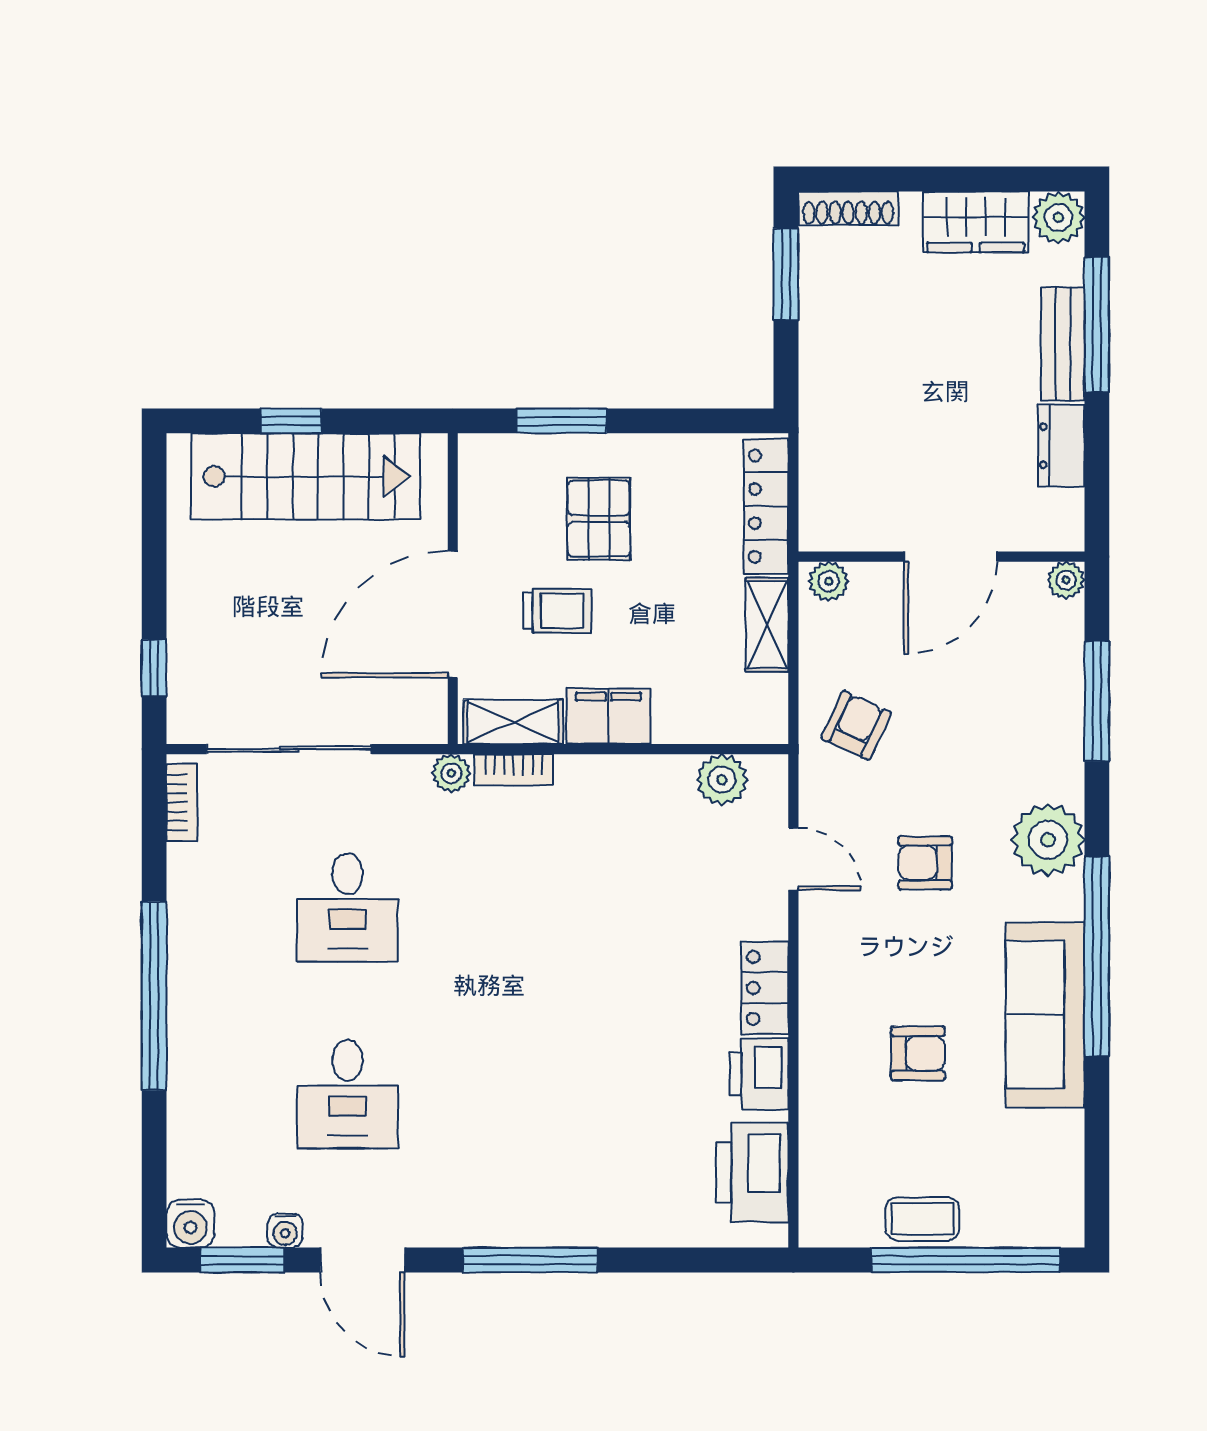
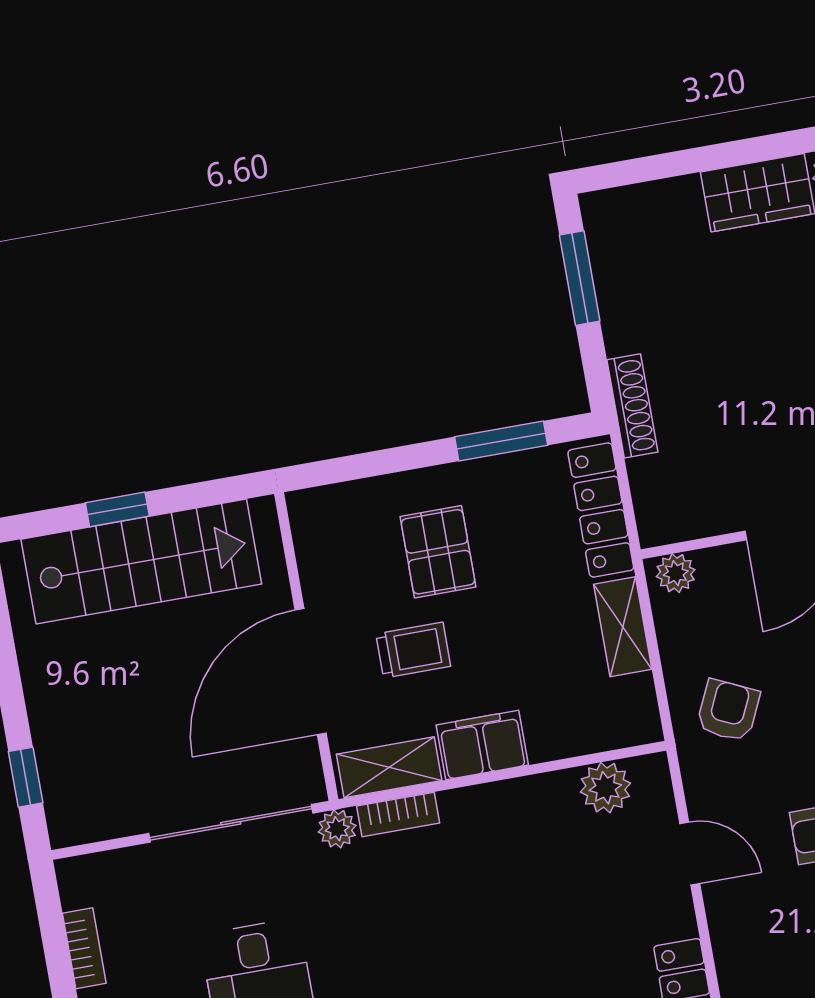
shoe rack: (848, 208) -> (632, 406), moved, turned -90
window: (561, 421) -> (501, 441), moved
sliding door: (289, 749) -> (231, 823), moved
bookcase: (182, 802) -> (84, 948), moved

